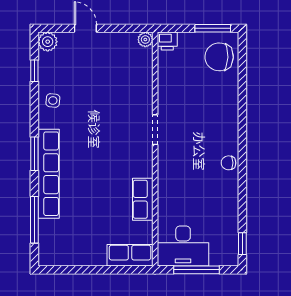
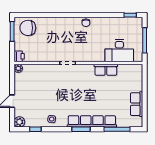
chair: (219, 57) -> (28, 28), turned 88
desk: (183, 246) -> (119, 51), moved, turned 90
row of seats: (130, 255) -> (137, 104), moved

